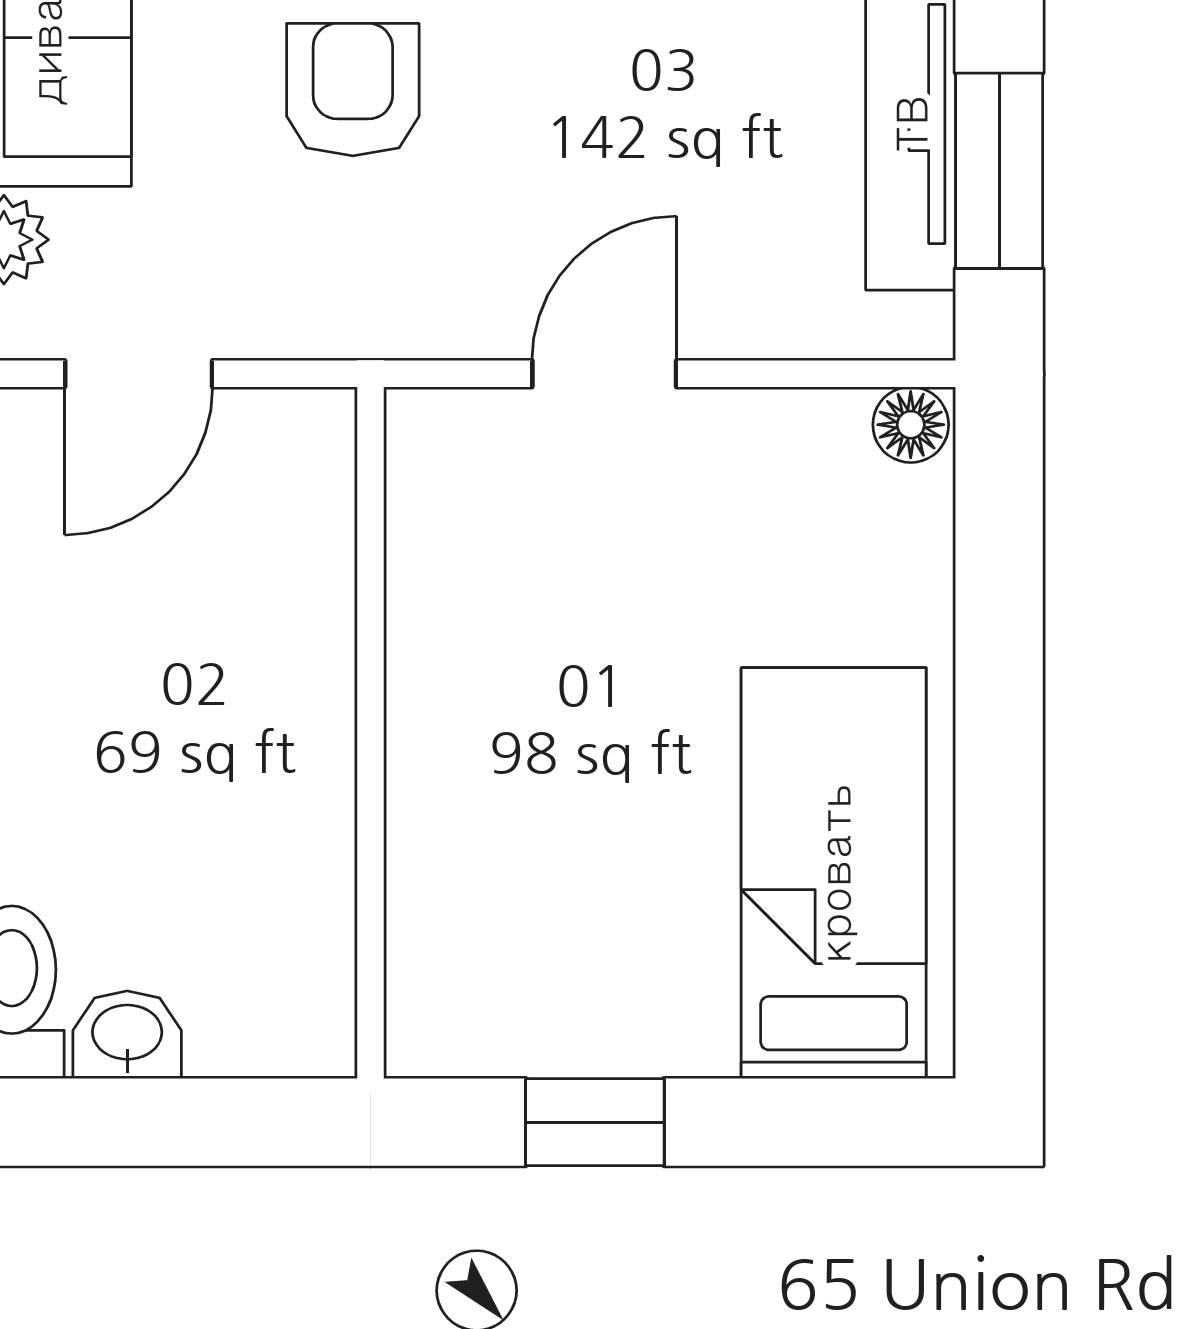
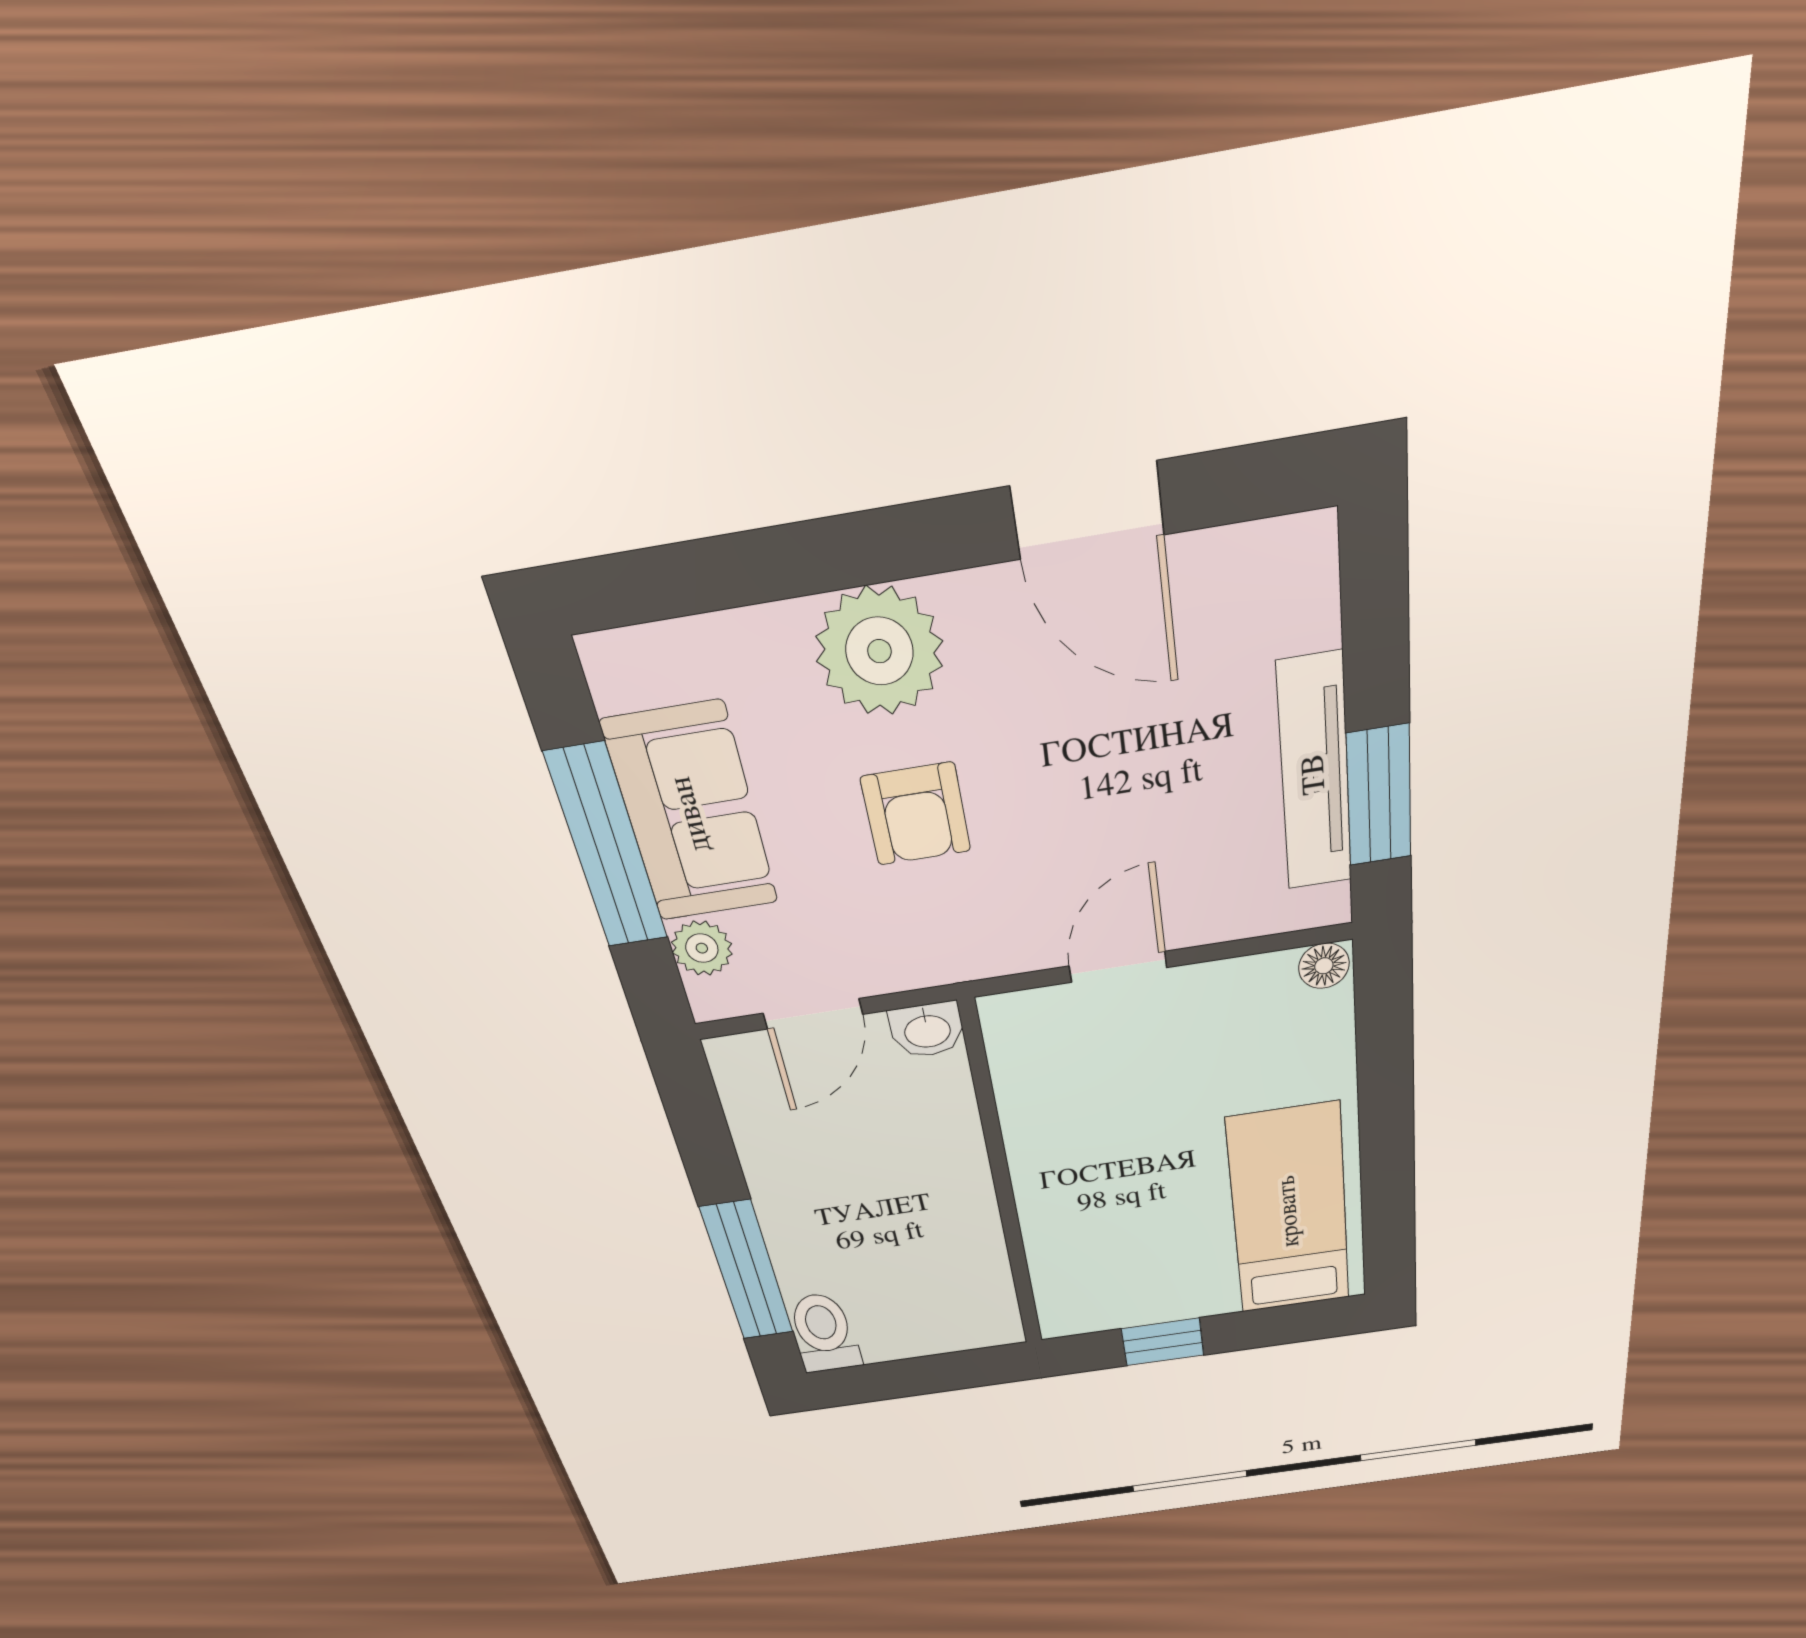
armchair: (353, 90) -> (916, 814), turned 180
washbasin: (127, 1035) -> (927, 1030), moved, turned 180

